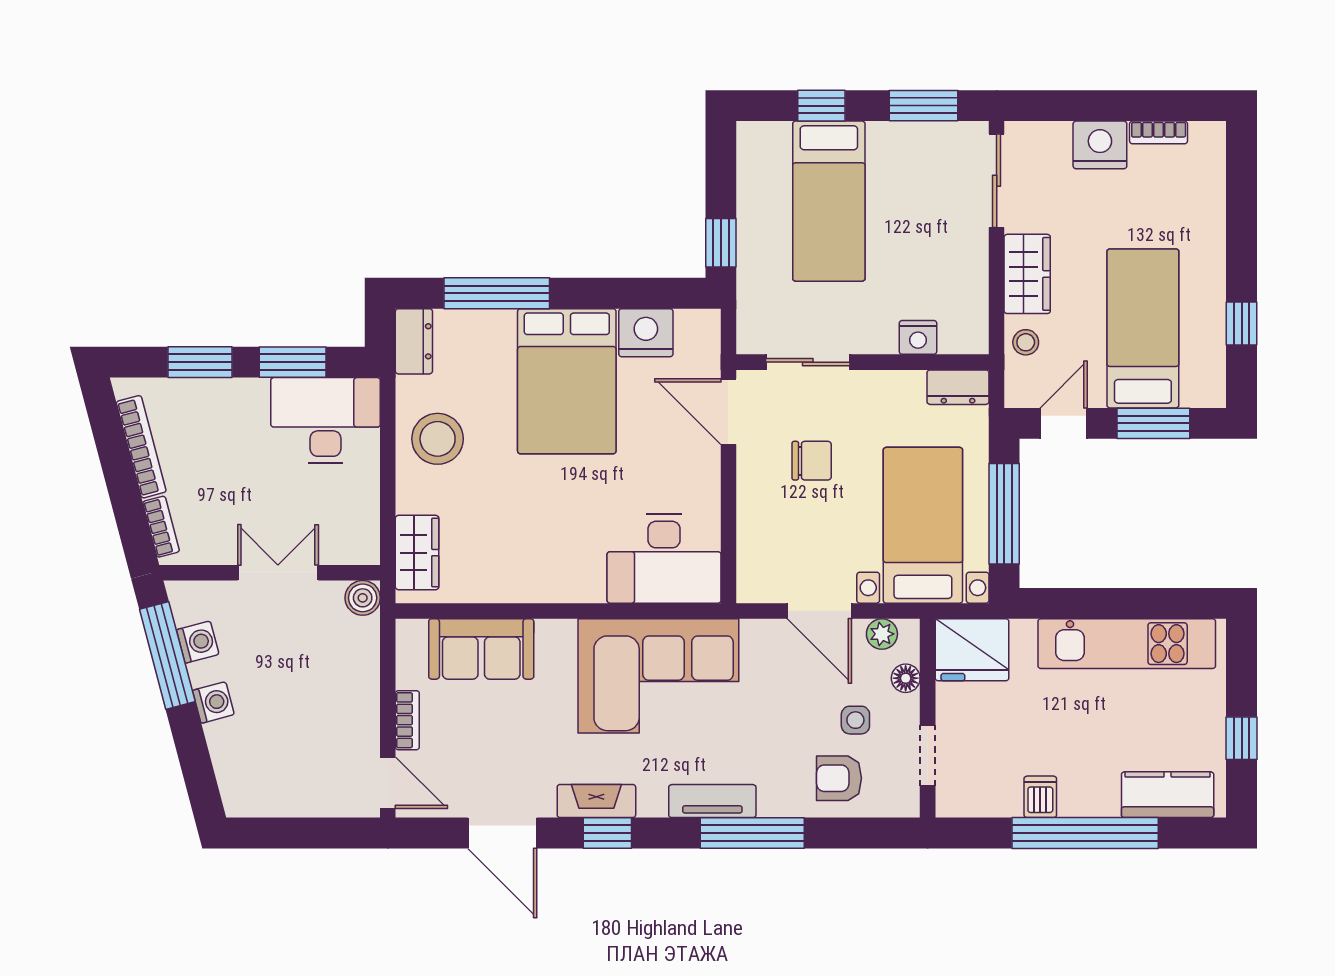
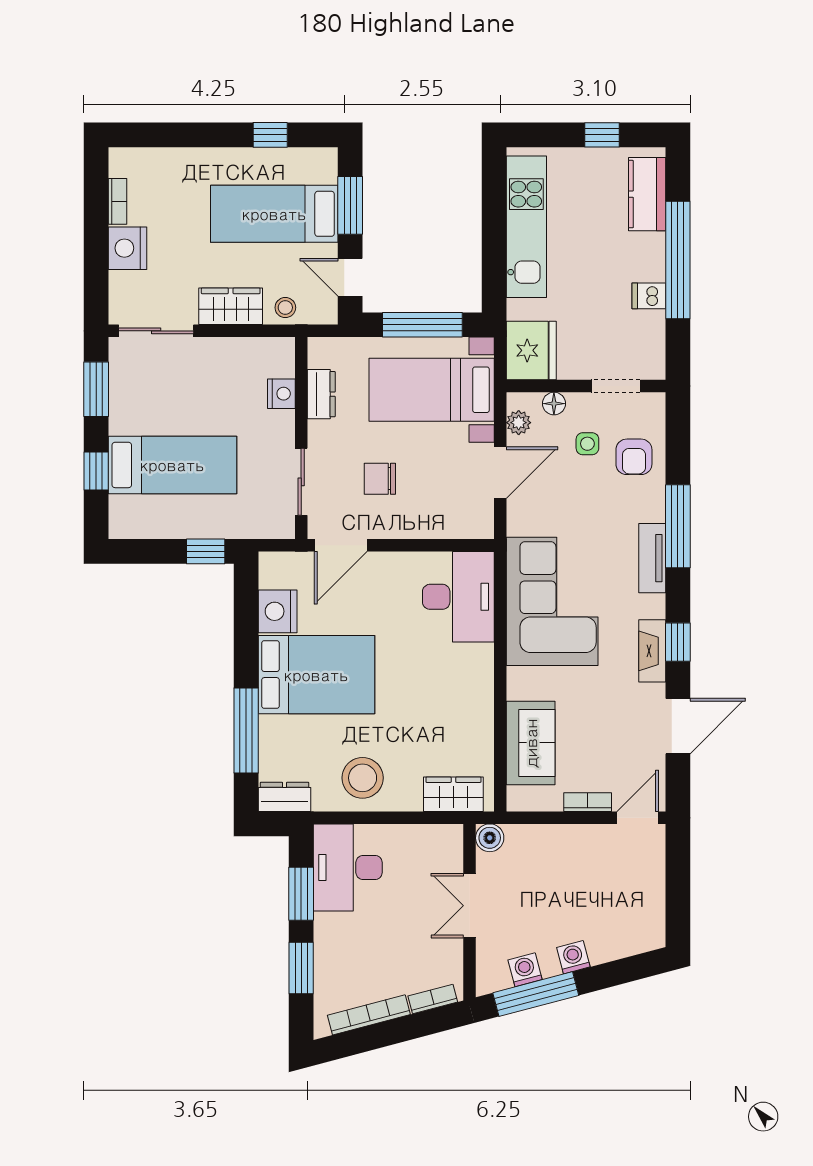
dresser: (958, 387) -> (321, 394), moved
chair: (812, 461) -> (380, 479), turned -90

